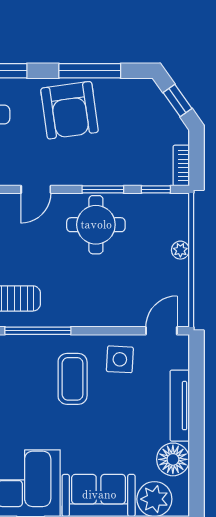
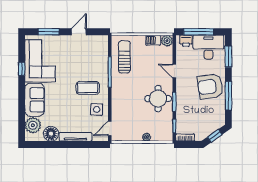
door: (161, 331) -> (110, 128), swing flipped

